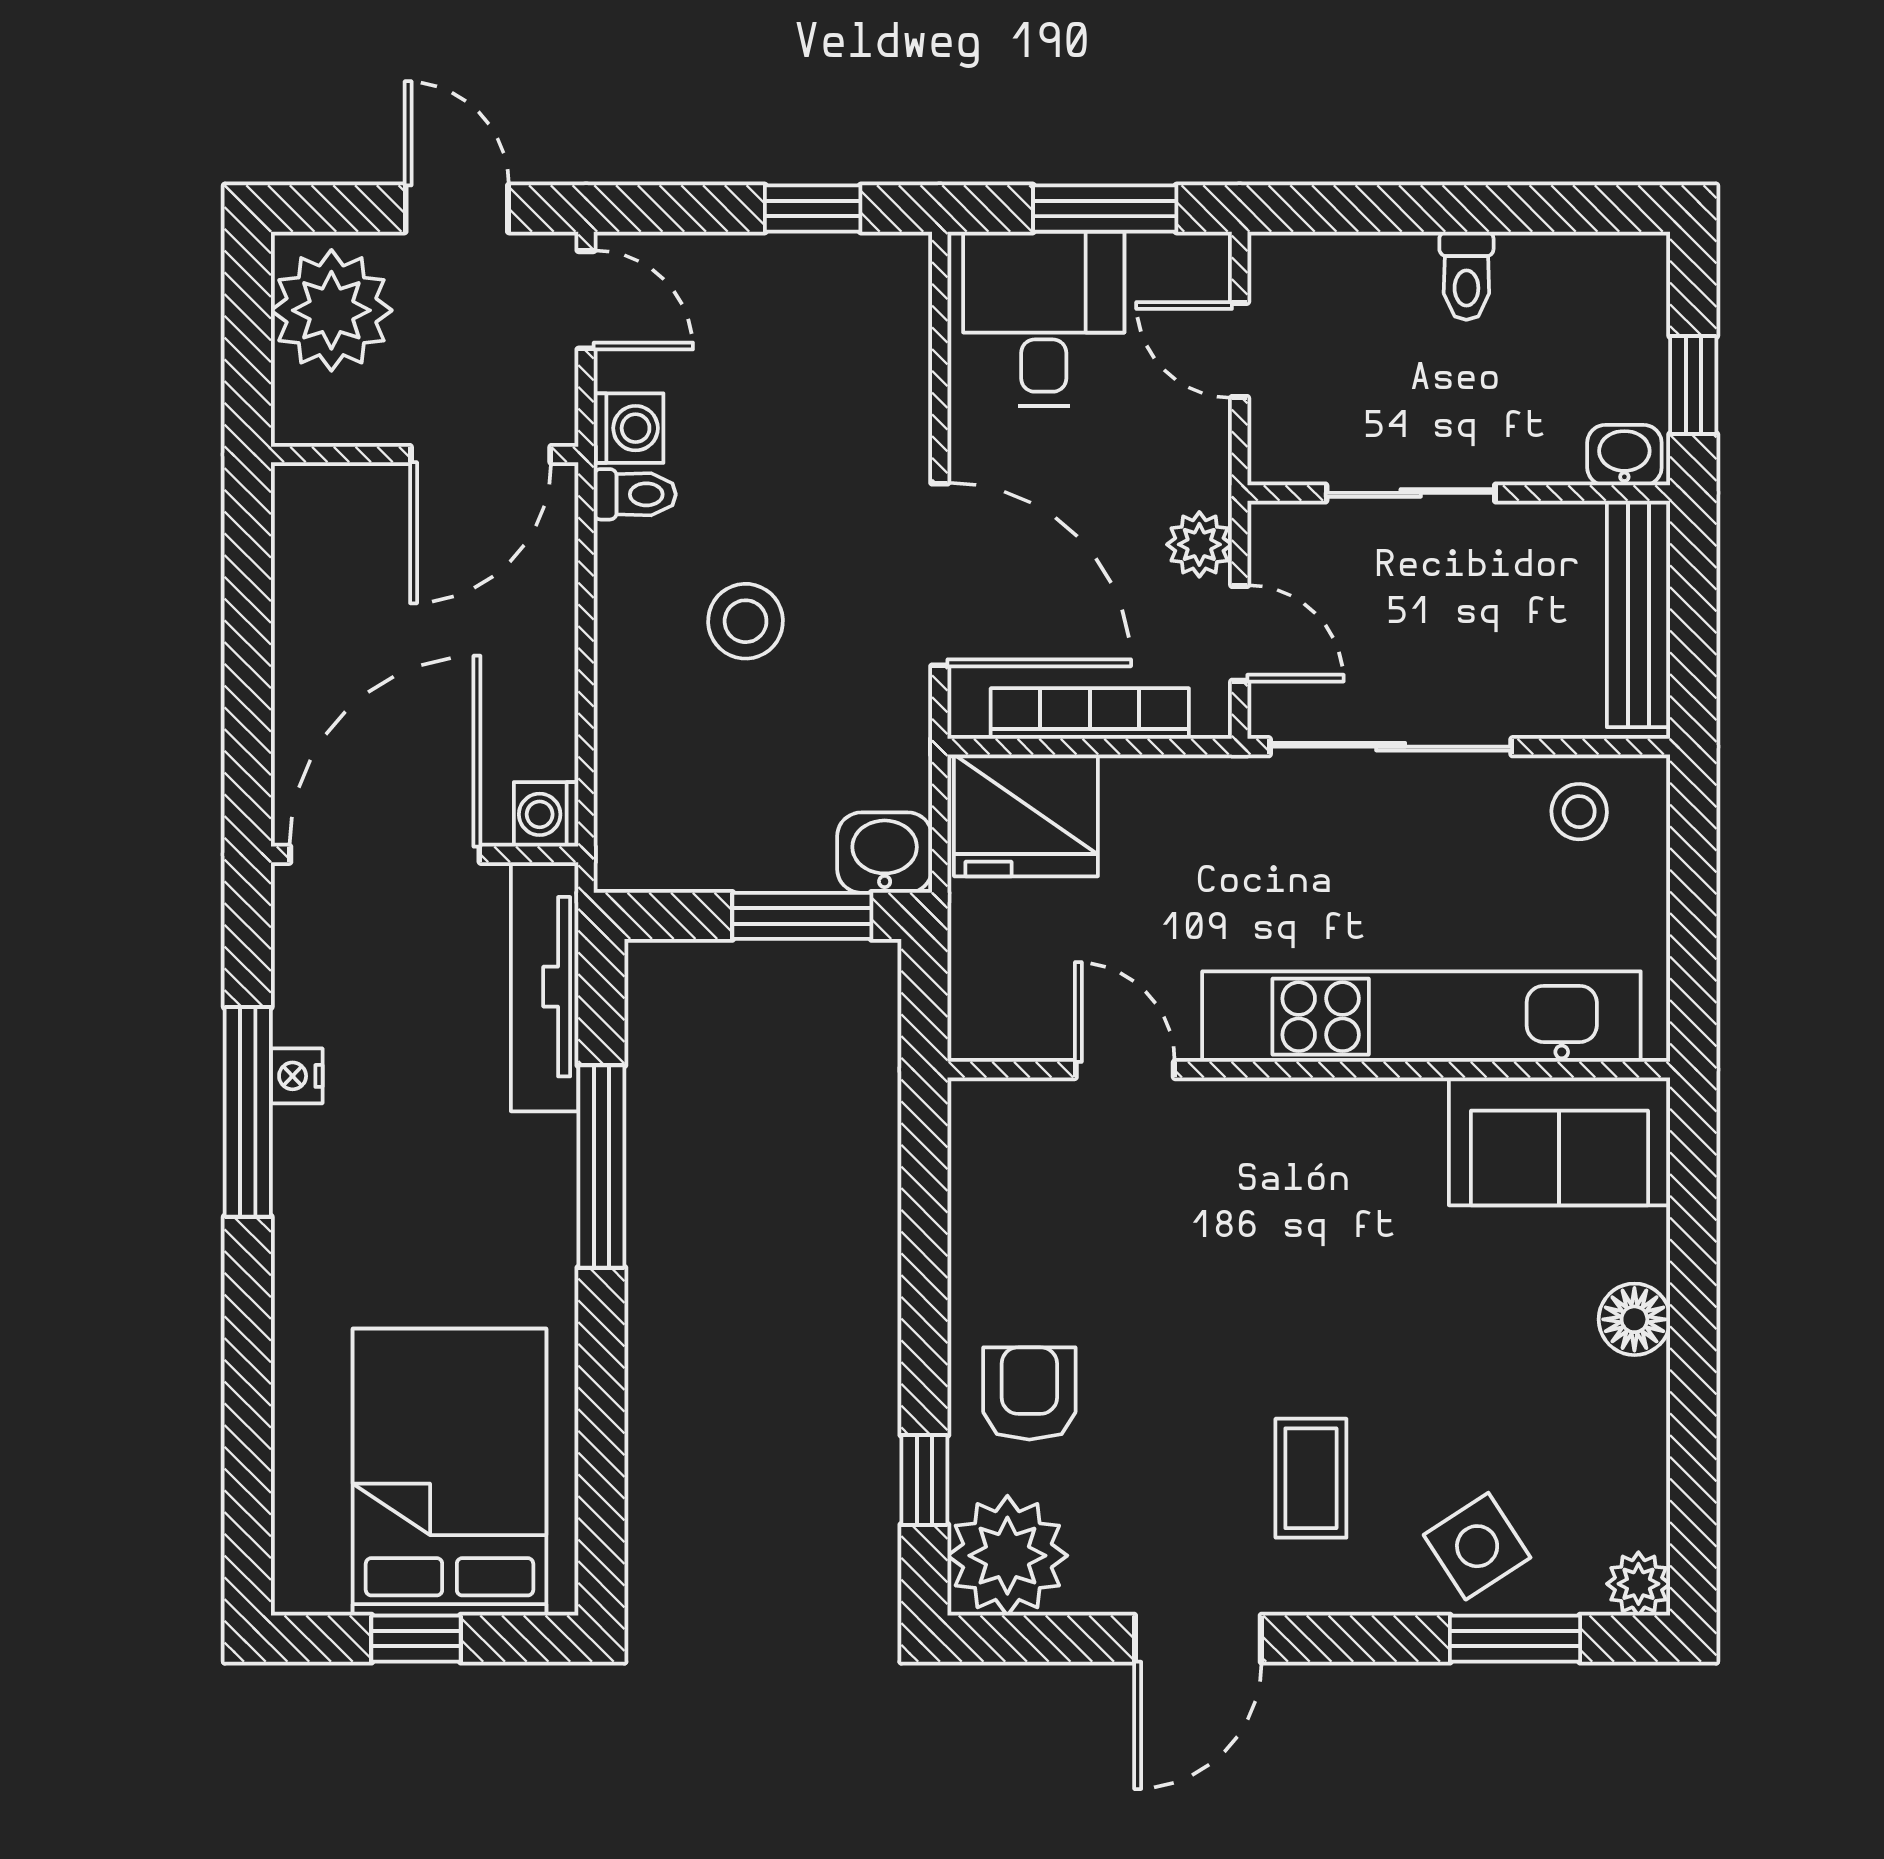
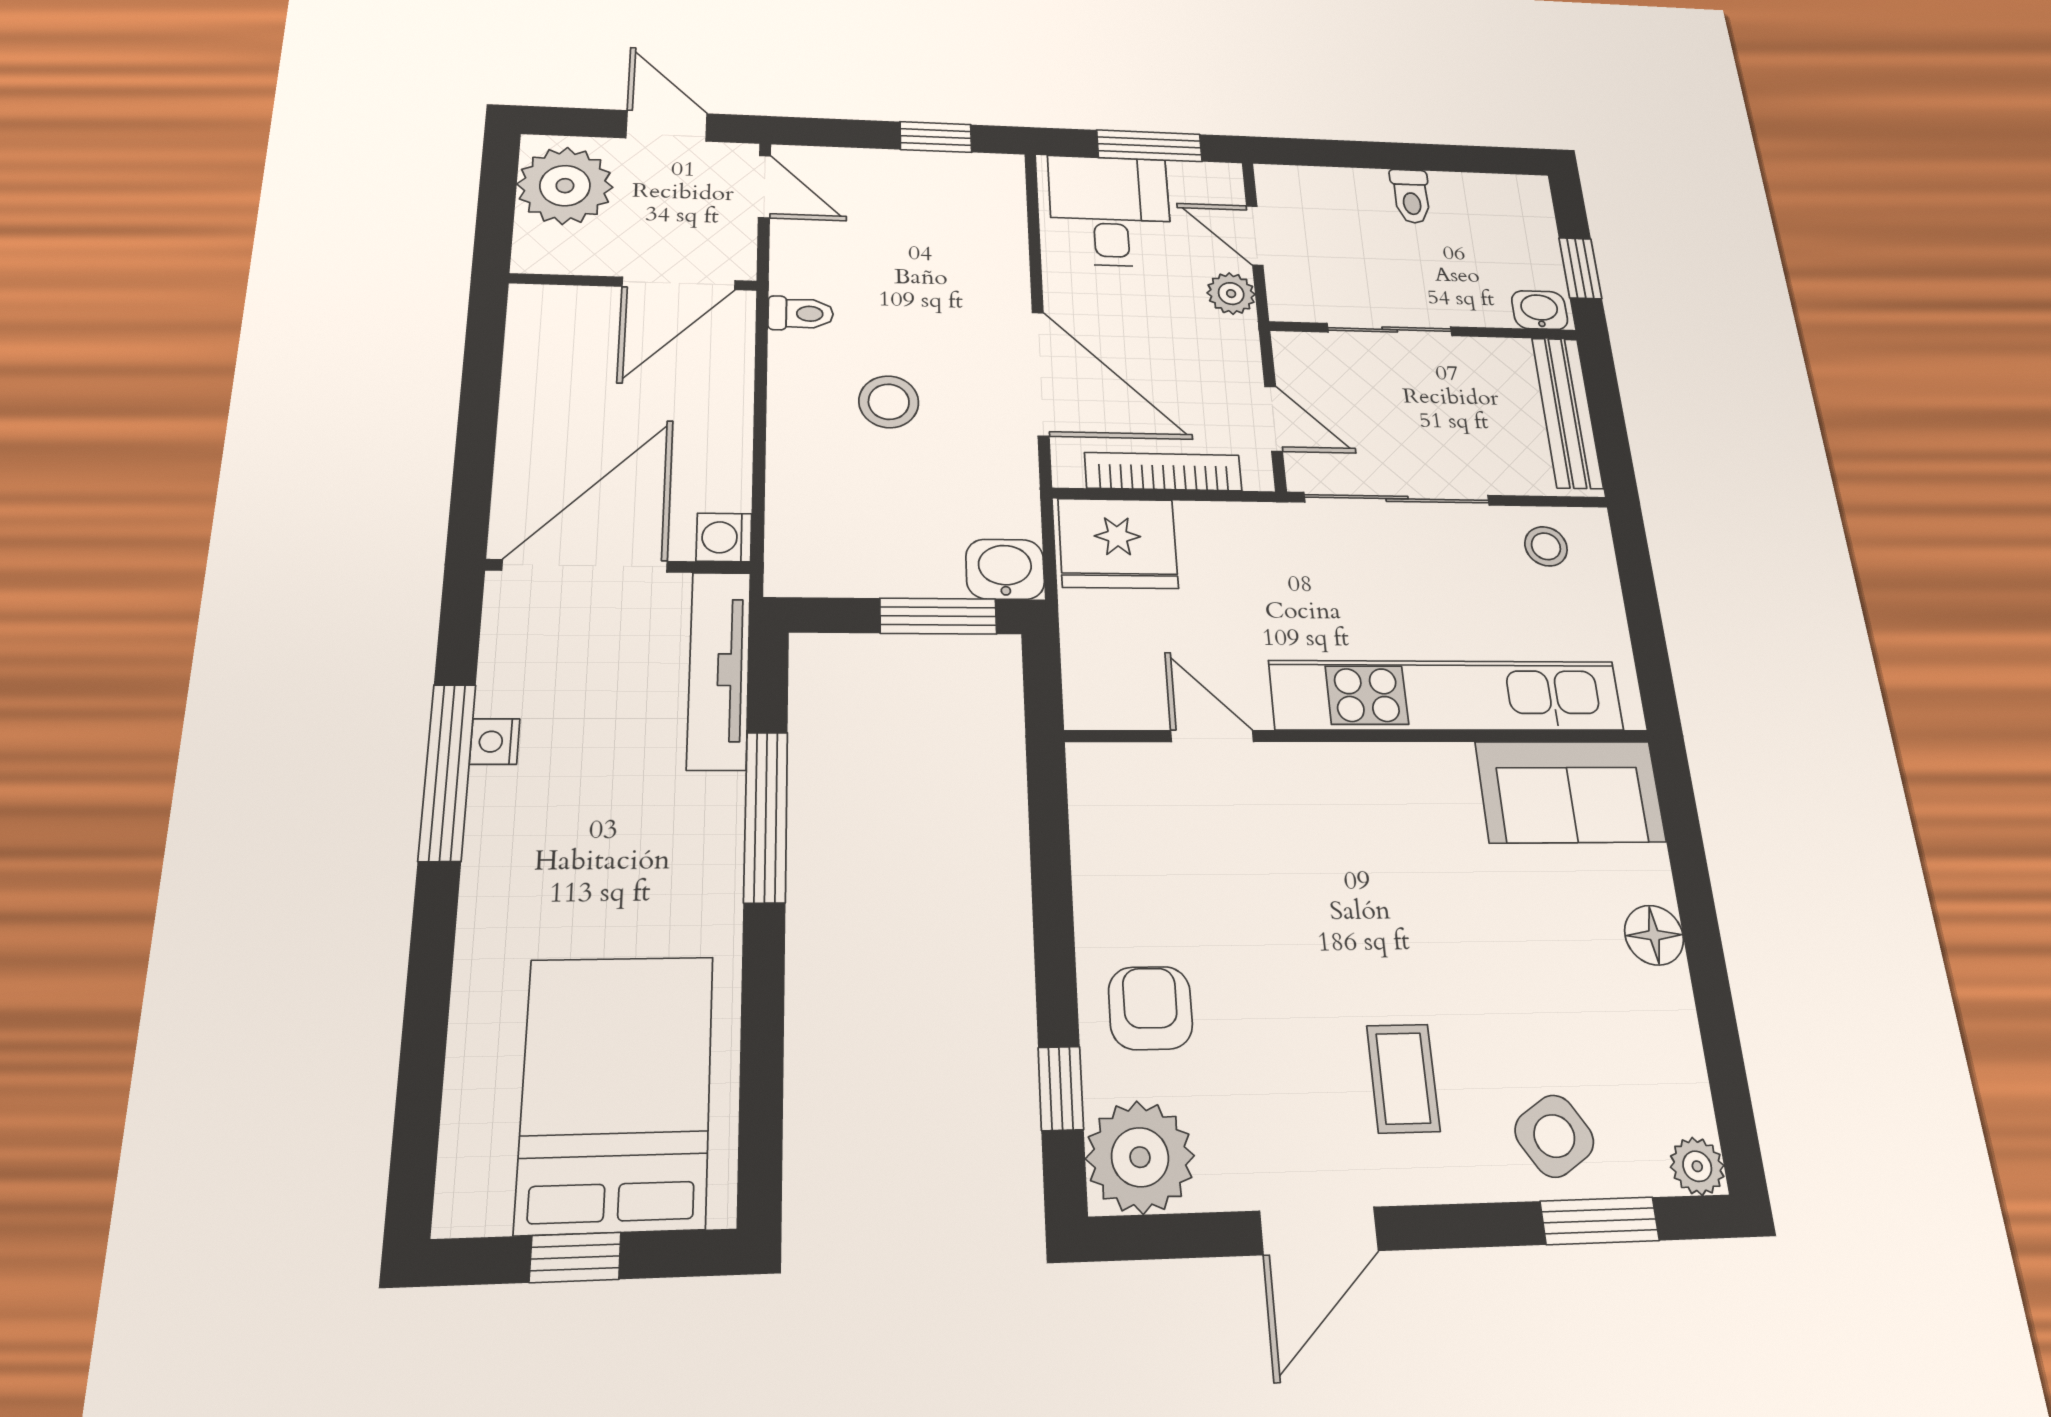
washing machine: (629, 428) -> (796, 270), removed
plant: (1199, 544) -> (1231, 294), moved

